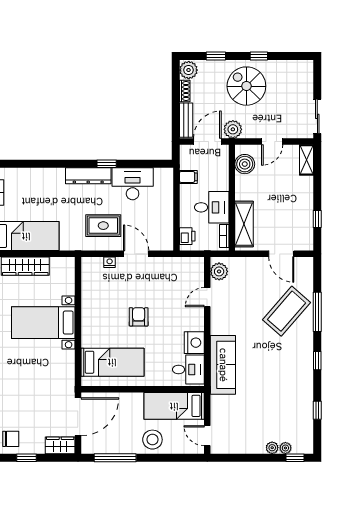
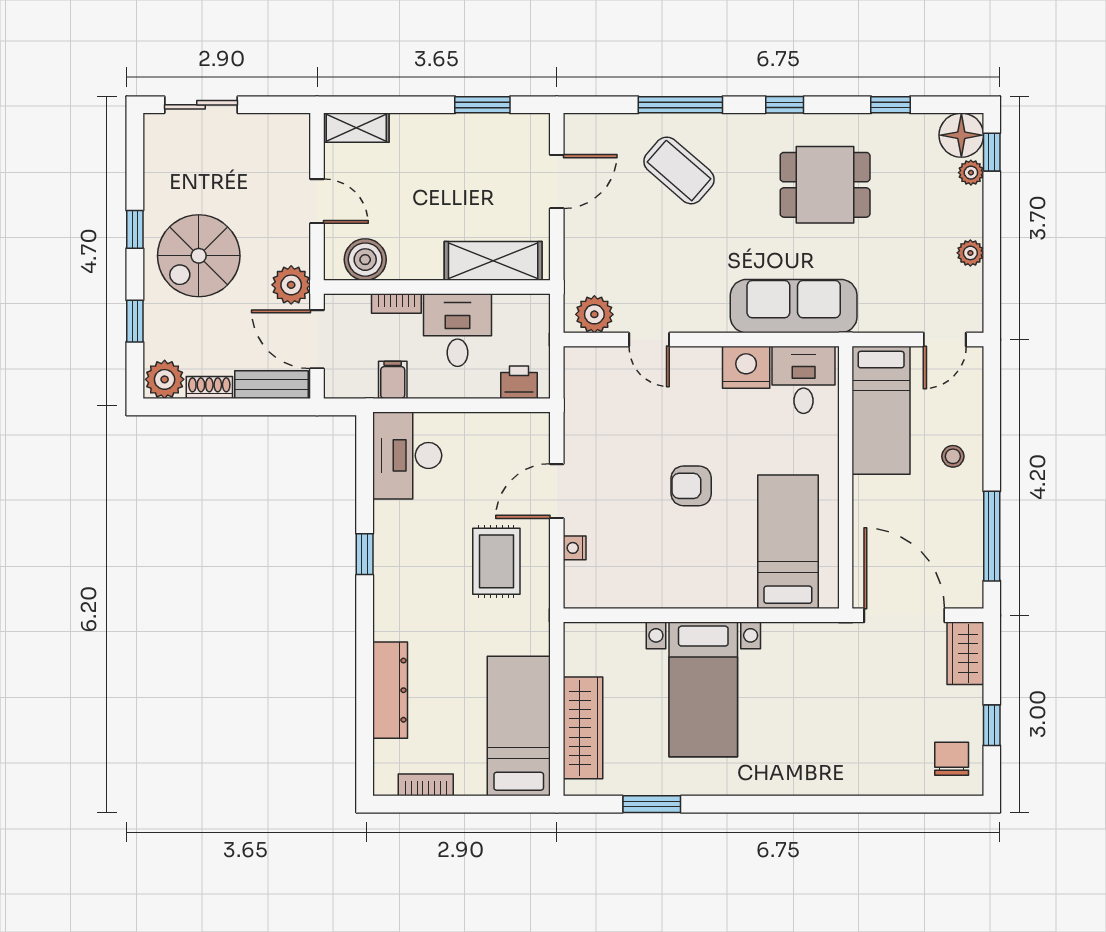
sliding door: (317, 116) -> (201, 105), moved
dresser: (88, 176) -> (390, 690), moved
desk: (133, 184) -> (407, 455), moved
window: (317, 219) -> (482, 105), width x1.50
bookcase: (224, 236) -> (396, 303), moved
coffee table: (286, 311) -> (679, 170), width x0.73, depth x0.76
dining table: (280, 380) -> (825, 185), added
stool: (152, 440) -> (953, 456), width x0.53, depth x0.53
floor lamp: (303, 443) -> (961, 135), added
plant: (272, 448) -> (970, 253), moved

